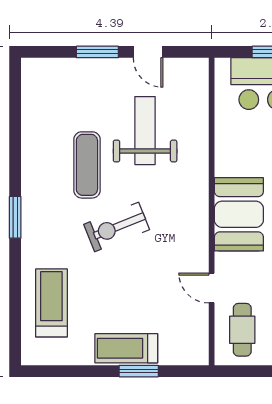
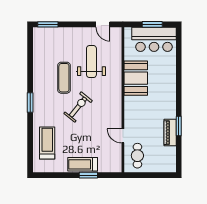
window: (97, 52) -> (48, 24), moved
door: (148, 52) -> (103, 24), moved
booth: (239, 214) -> (136, 78), moved
exercise bike: (117, 227) -> (78, 107), turned 151

